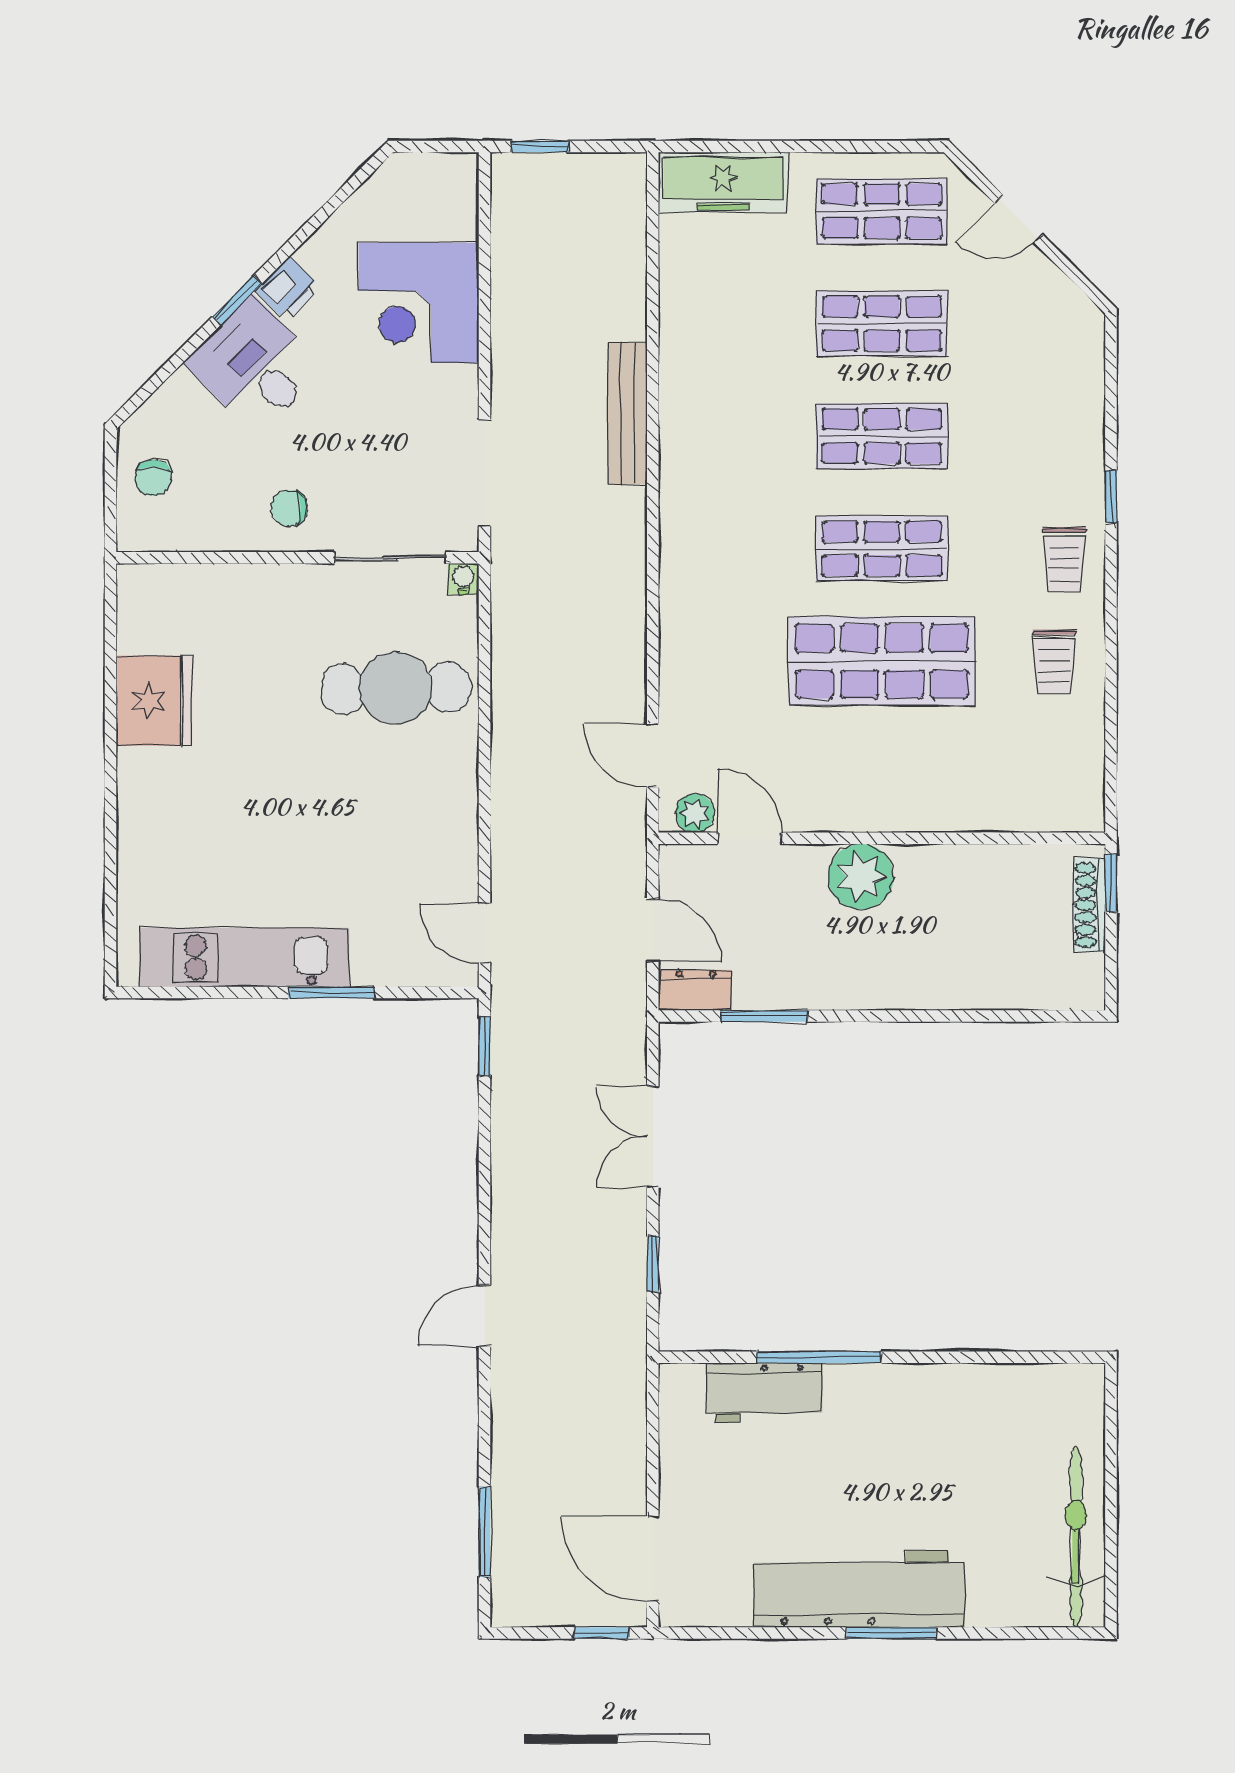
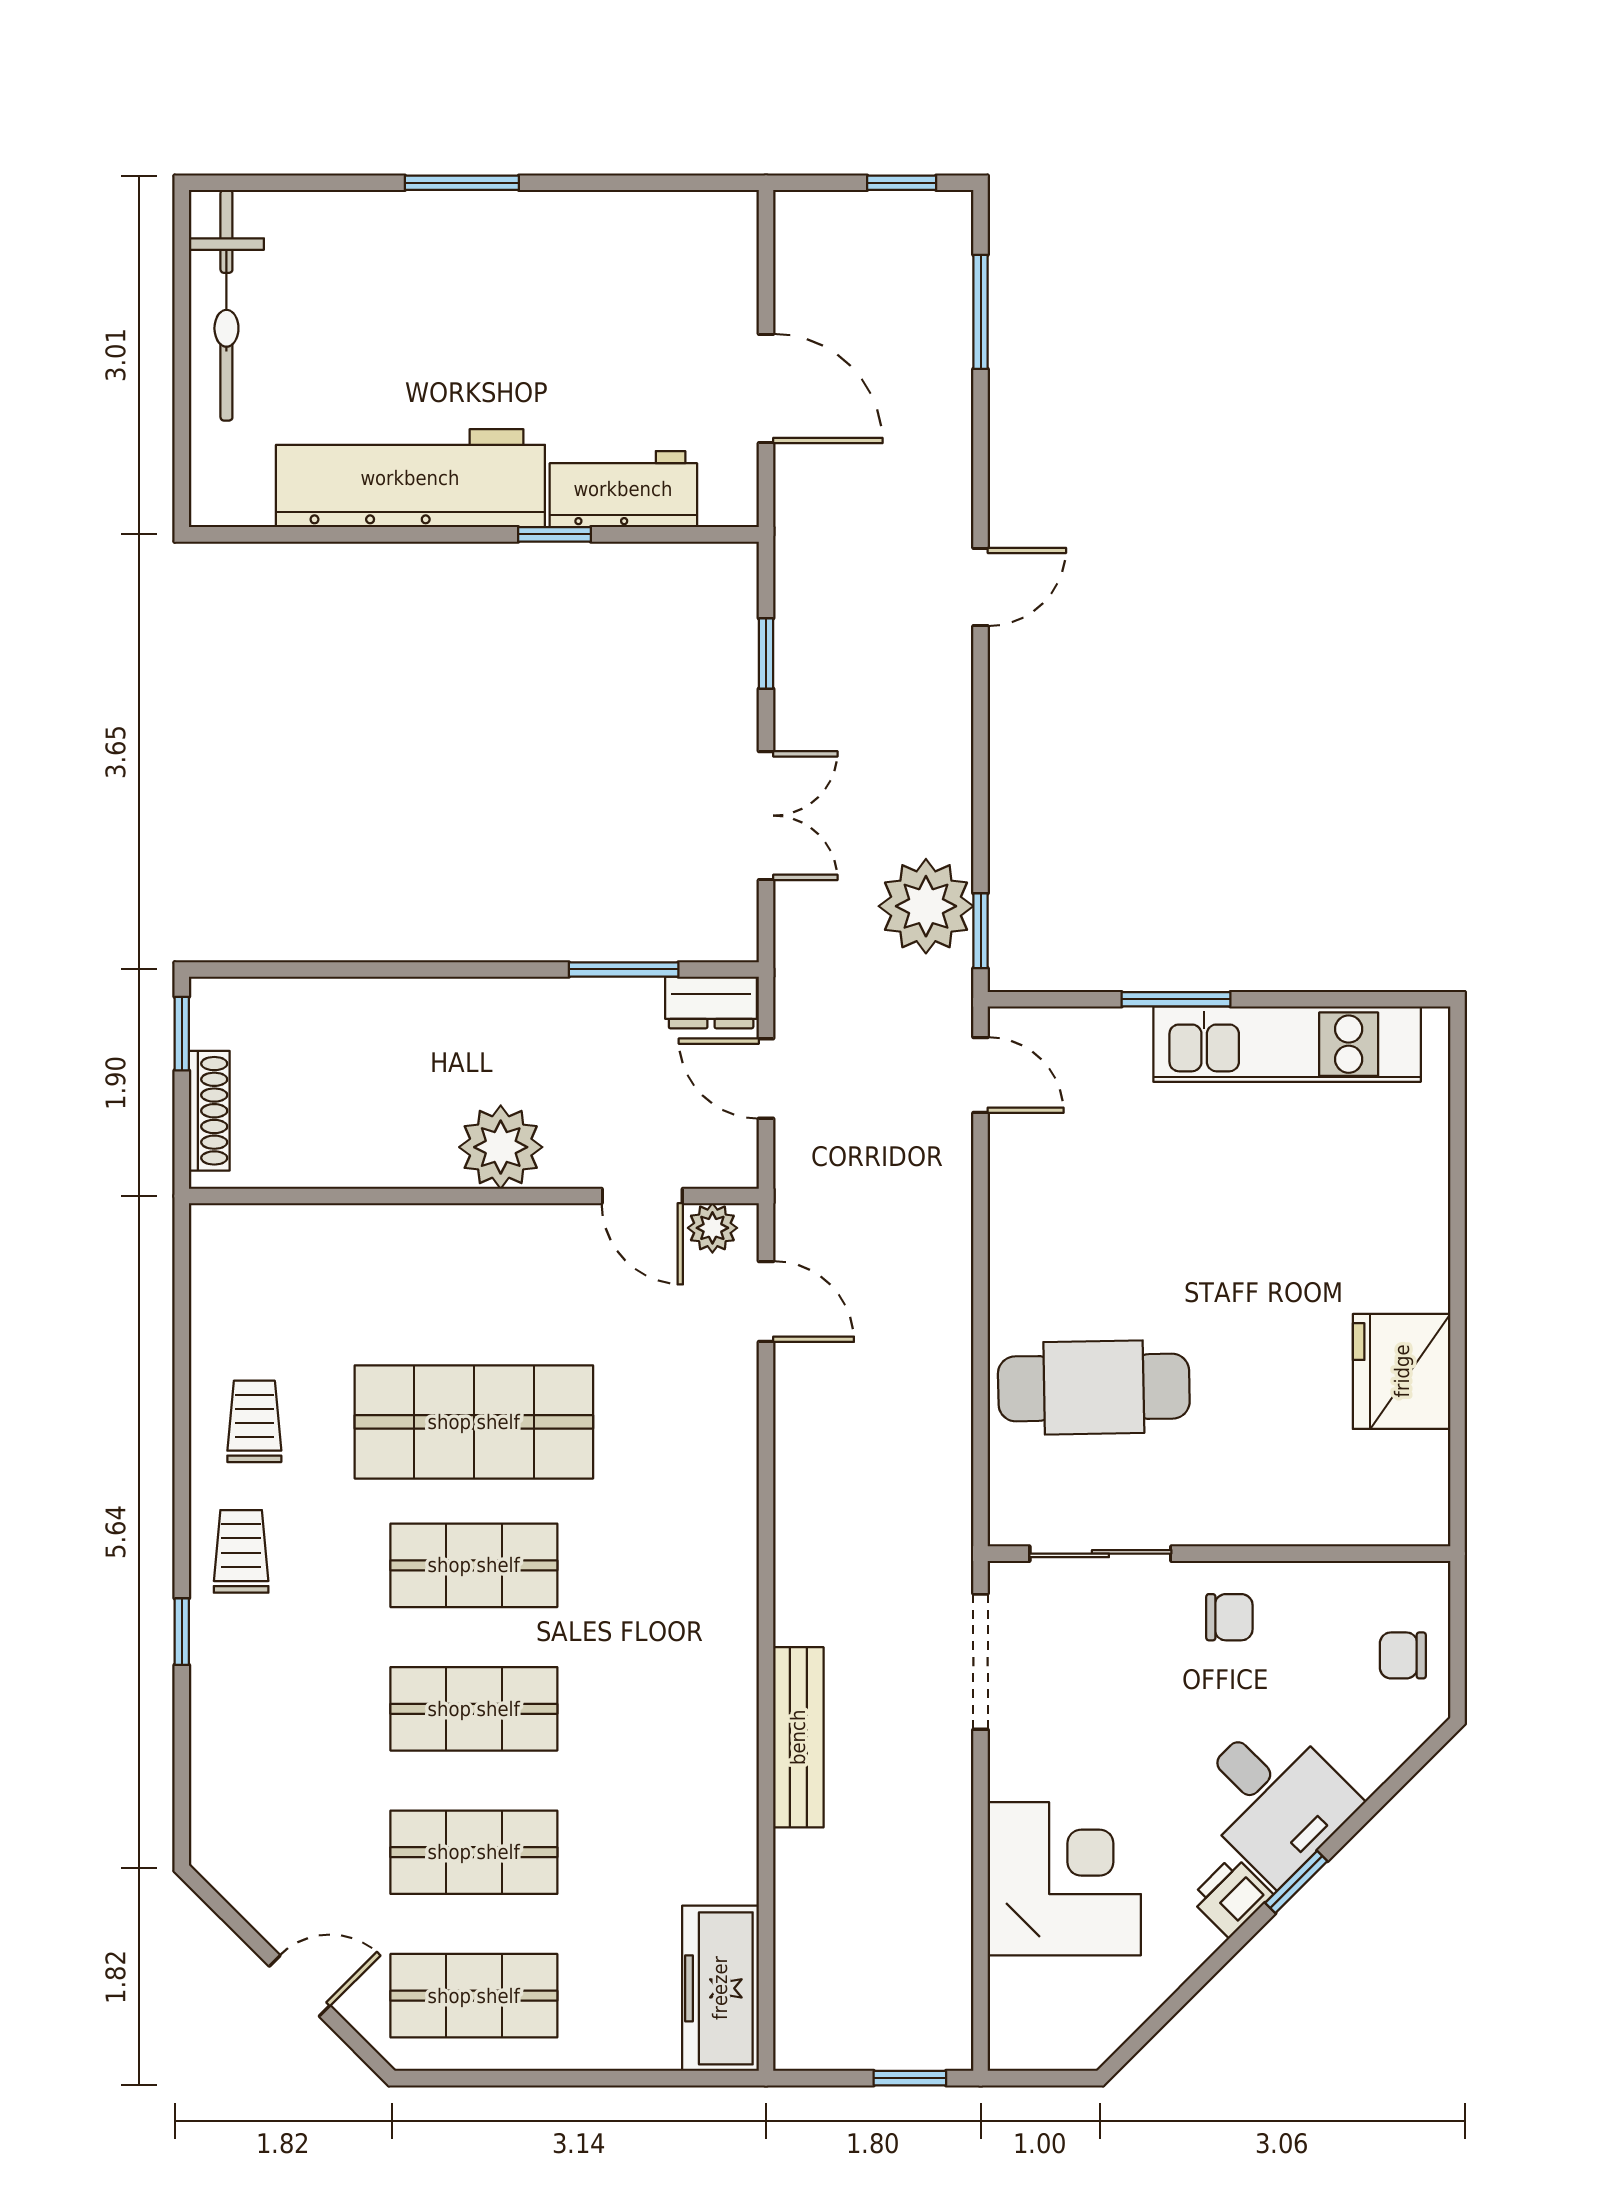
freezer: (723, 182) -> (720, 1988), moved, turned -90
chair: (153, 478) -> (1403, 1655), turned -90
water cooler: (463, 579) -> (1007, 1527), removed
window: (1111, 883) -> (182, 1034), moved
plant: (527, 1066) -> (926, 906), added
window: (819, 1357) -> (554, 534), width x0.46
door: (653, 1559) -> (766, 389), moved
workbench: (860, 1589) -> (410, 478), moved, turned 180
window: (601, 1633) -> (902, 183), moved

